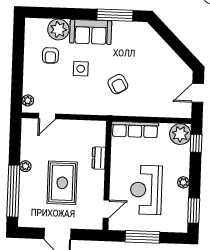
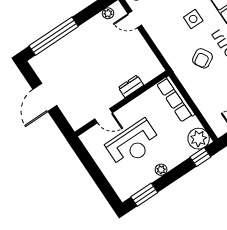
plant: (25, 166) -> (108, 13), moved
rug: (62, 183) -> (89, 71), removed
reception desk: (146, 190) -> (133, 144), turned 180
door: (106, 209) -> (104, 116), moved
window: (142, 237) -> (92, 168), removed

